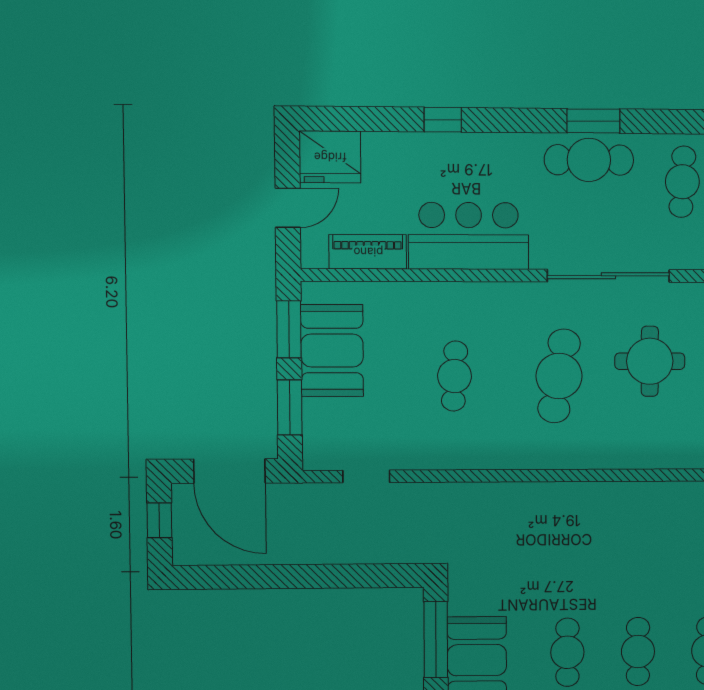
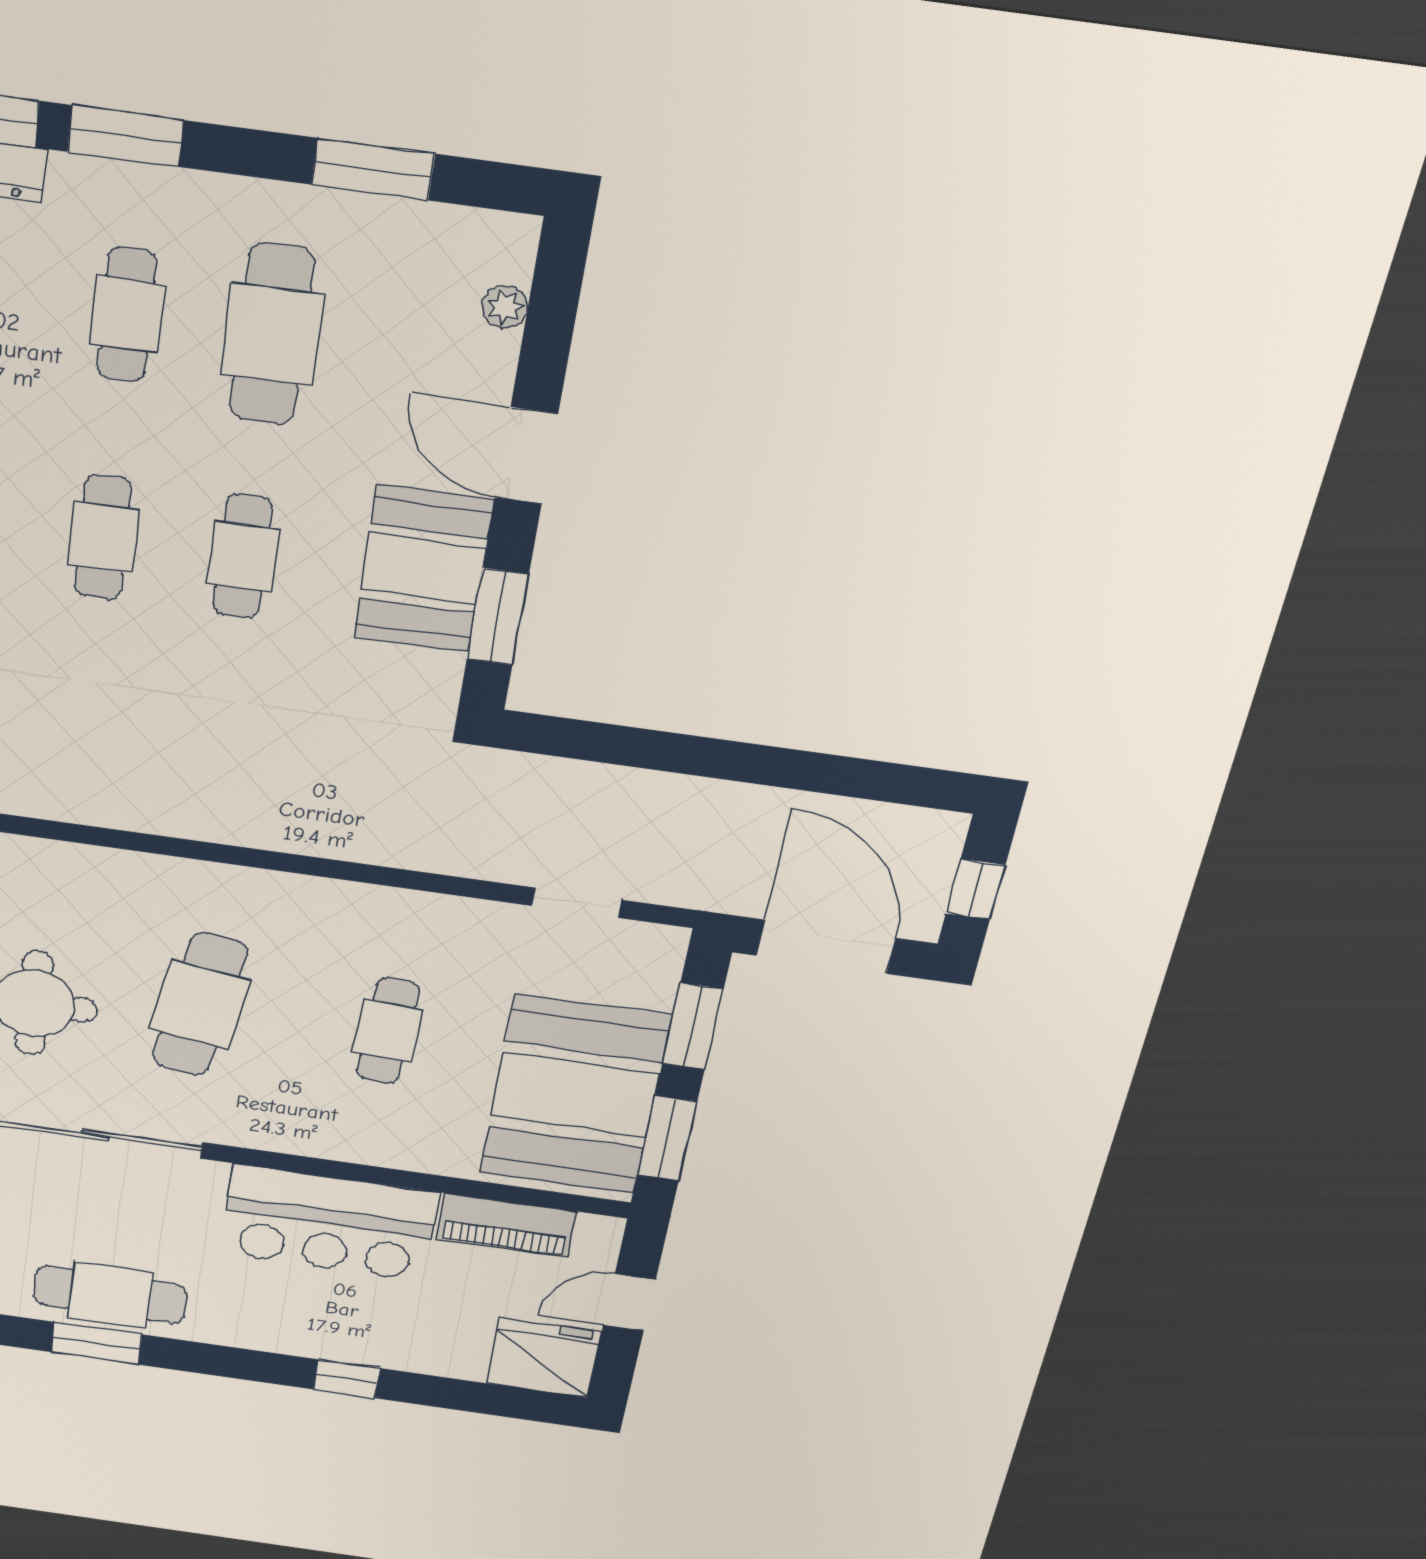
booth: (332, 351) -> (575, 1095), width x1.36, depth x1.42
window: (436, 640) -> (498, 617), width x0.69

